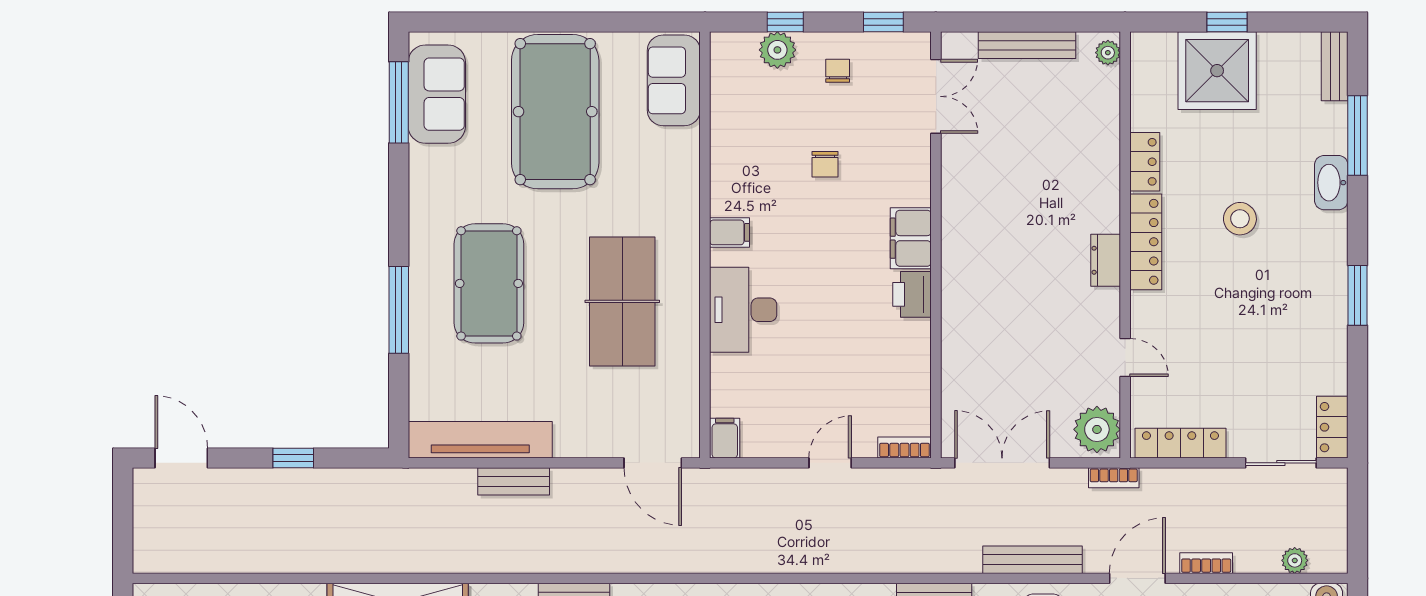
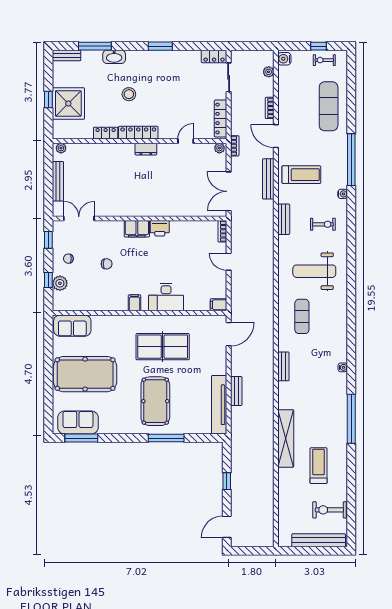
pool table: (489, 283) -> (155, 401), turned 90
plant: (1097, 429) -> (219, 148), width x0.53, depth x0.53

